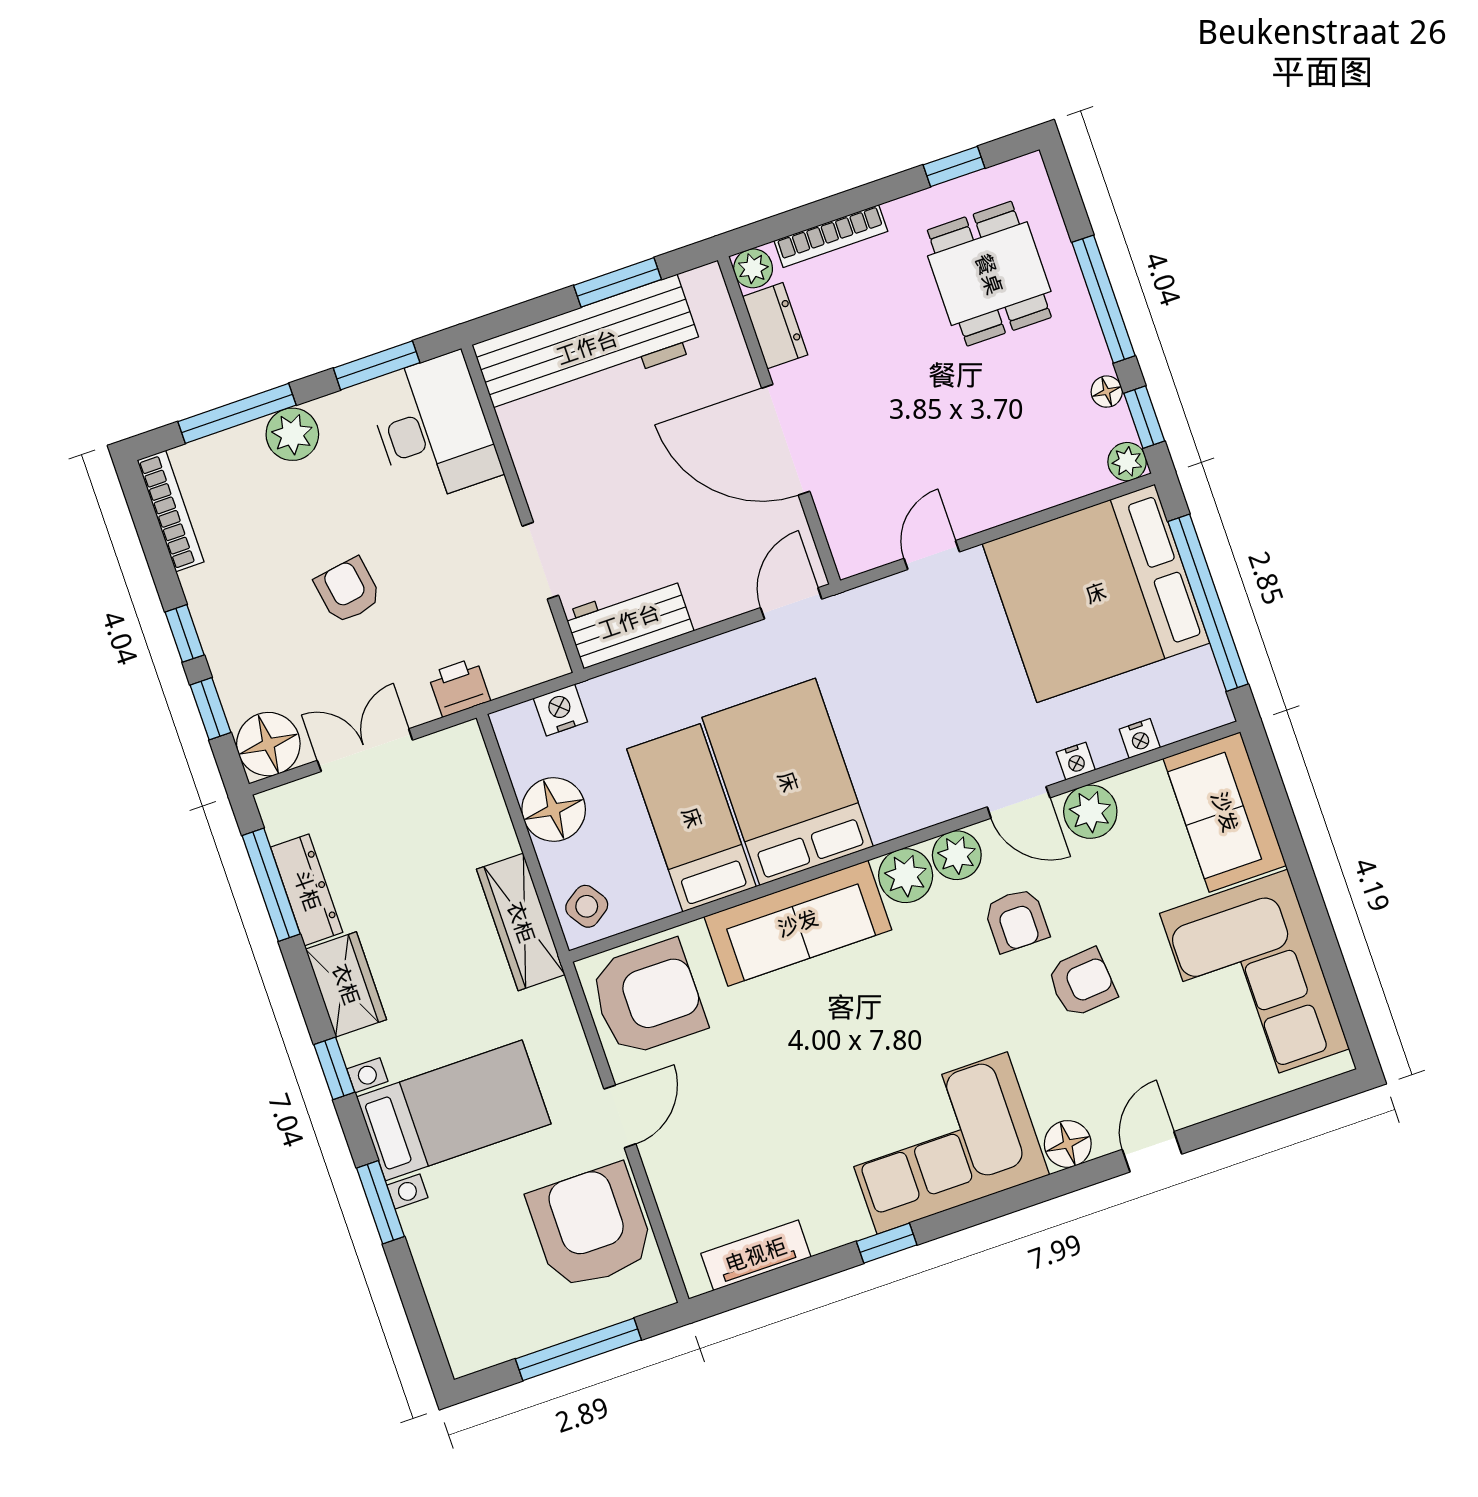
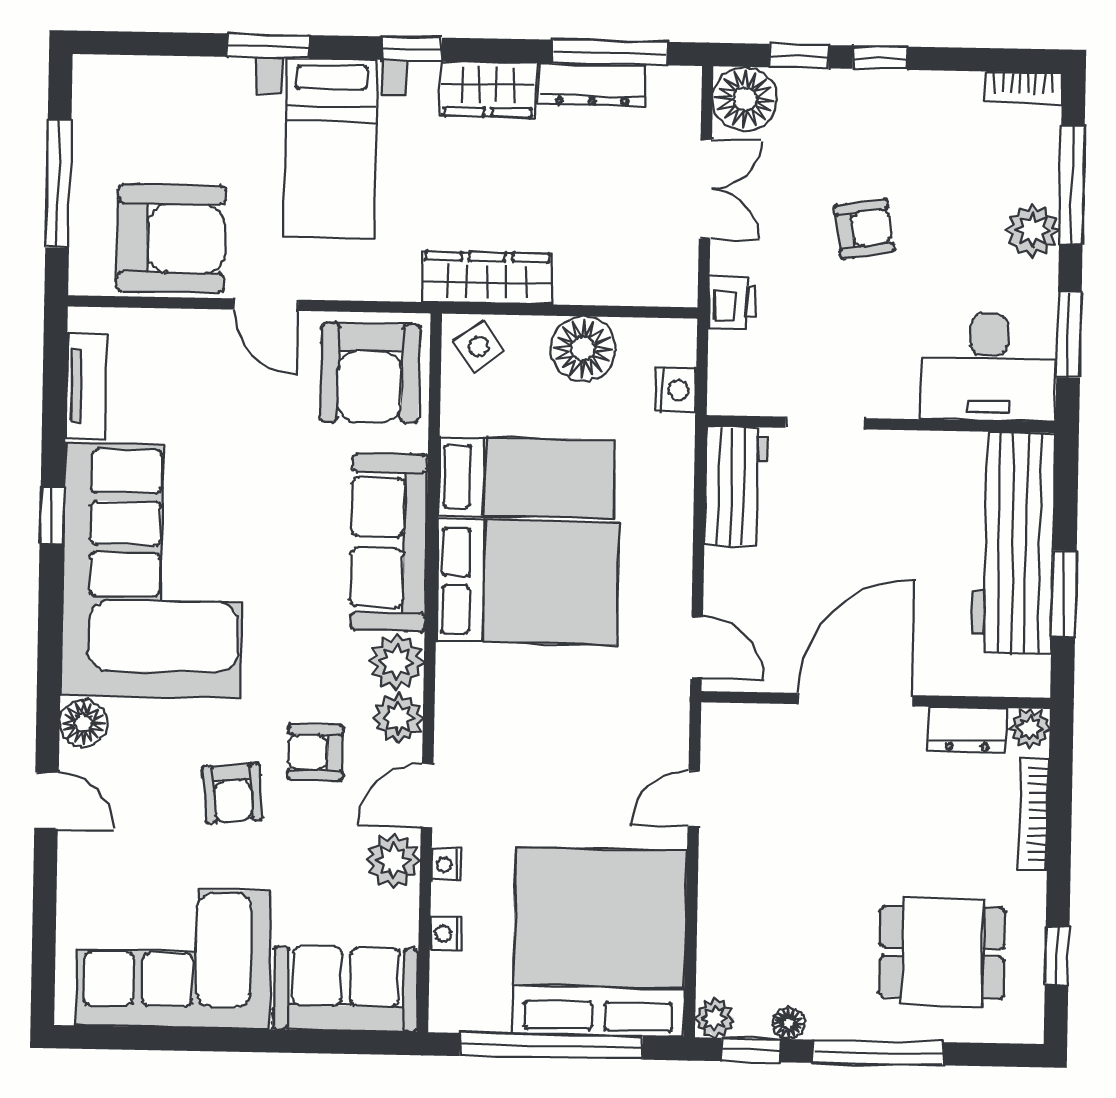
bookcase: (171, 511) -> (1024, 88), width x0.64
door: (932, 555) -> (694, 799), swing flipped
corner sofa: (942, 1143) -> (153, 570), width x1.36, depth x1.36

